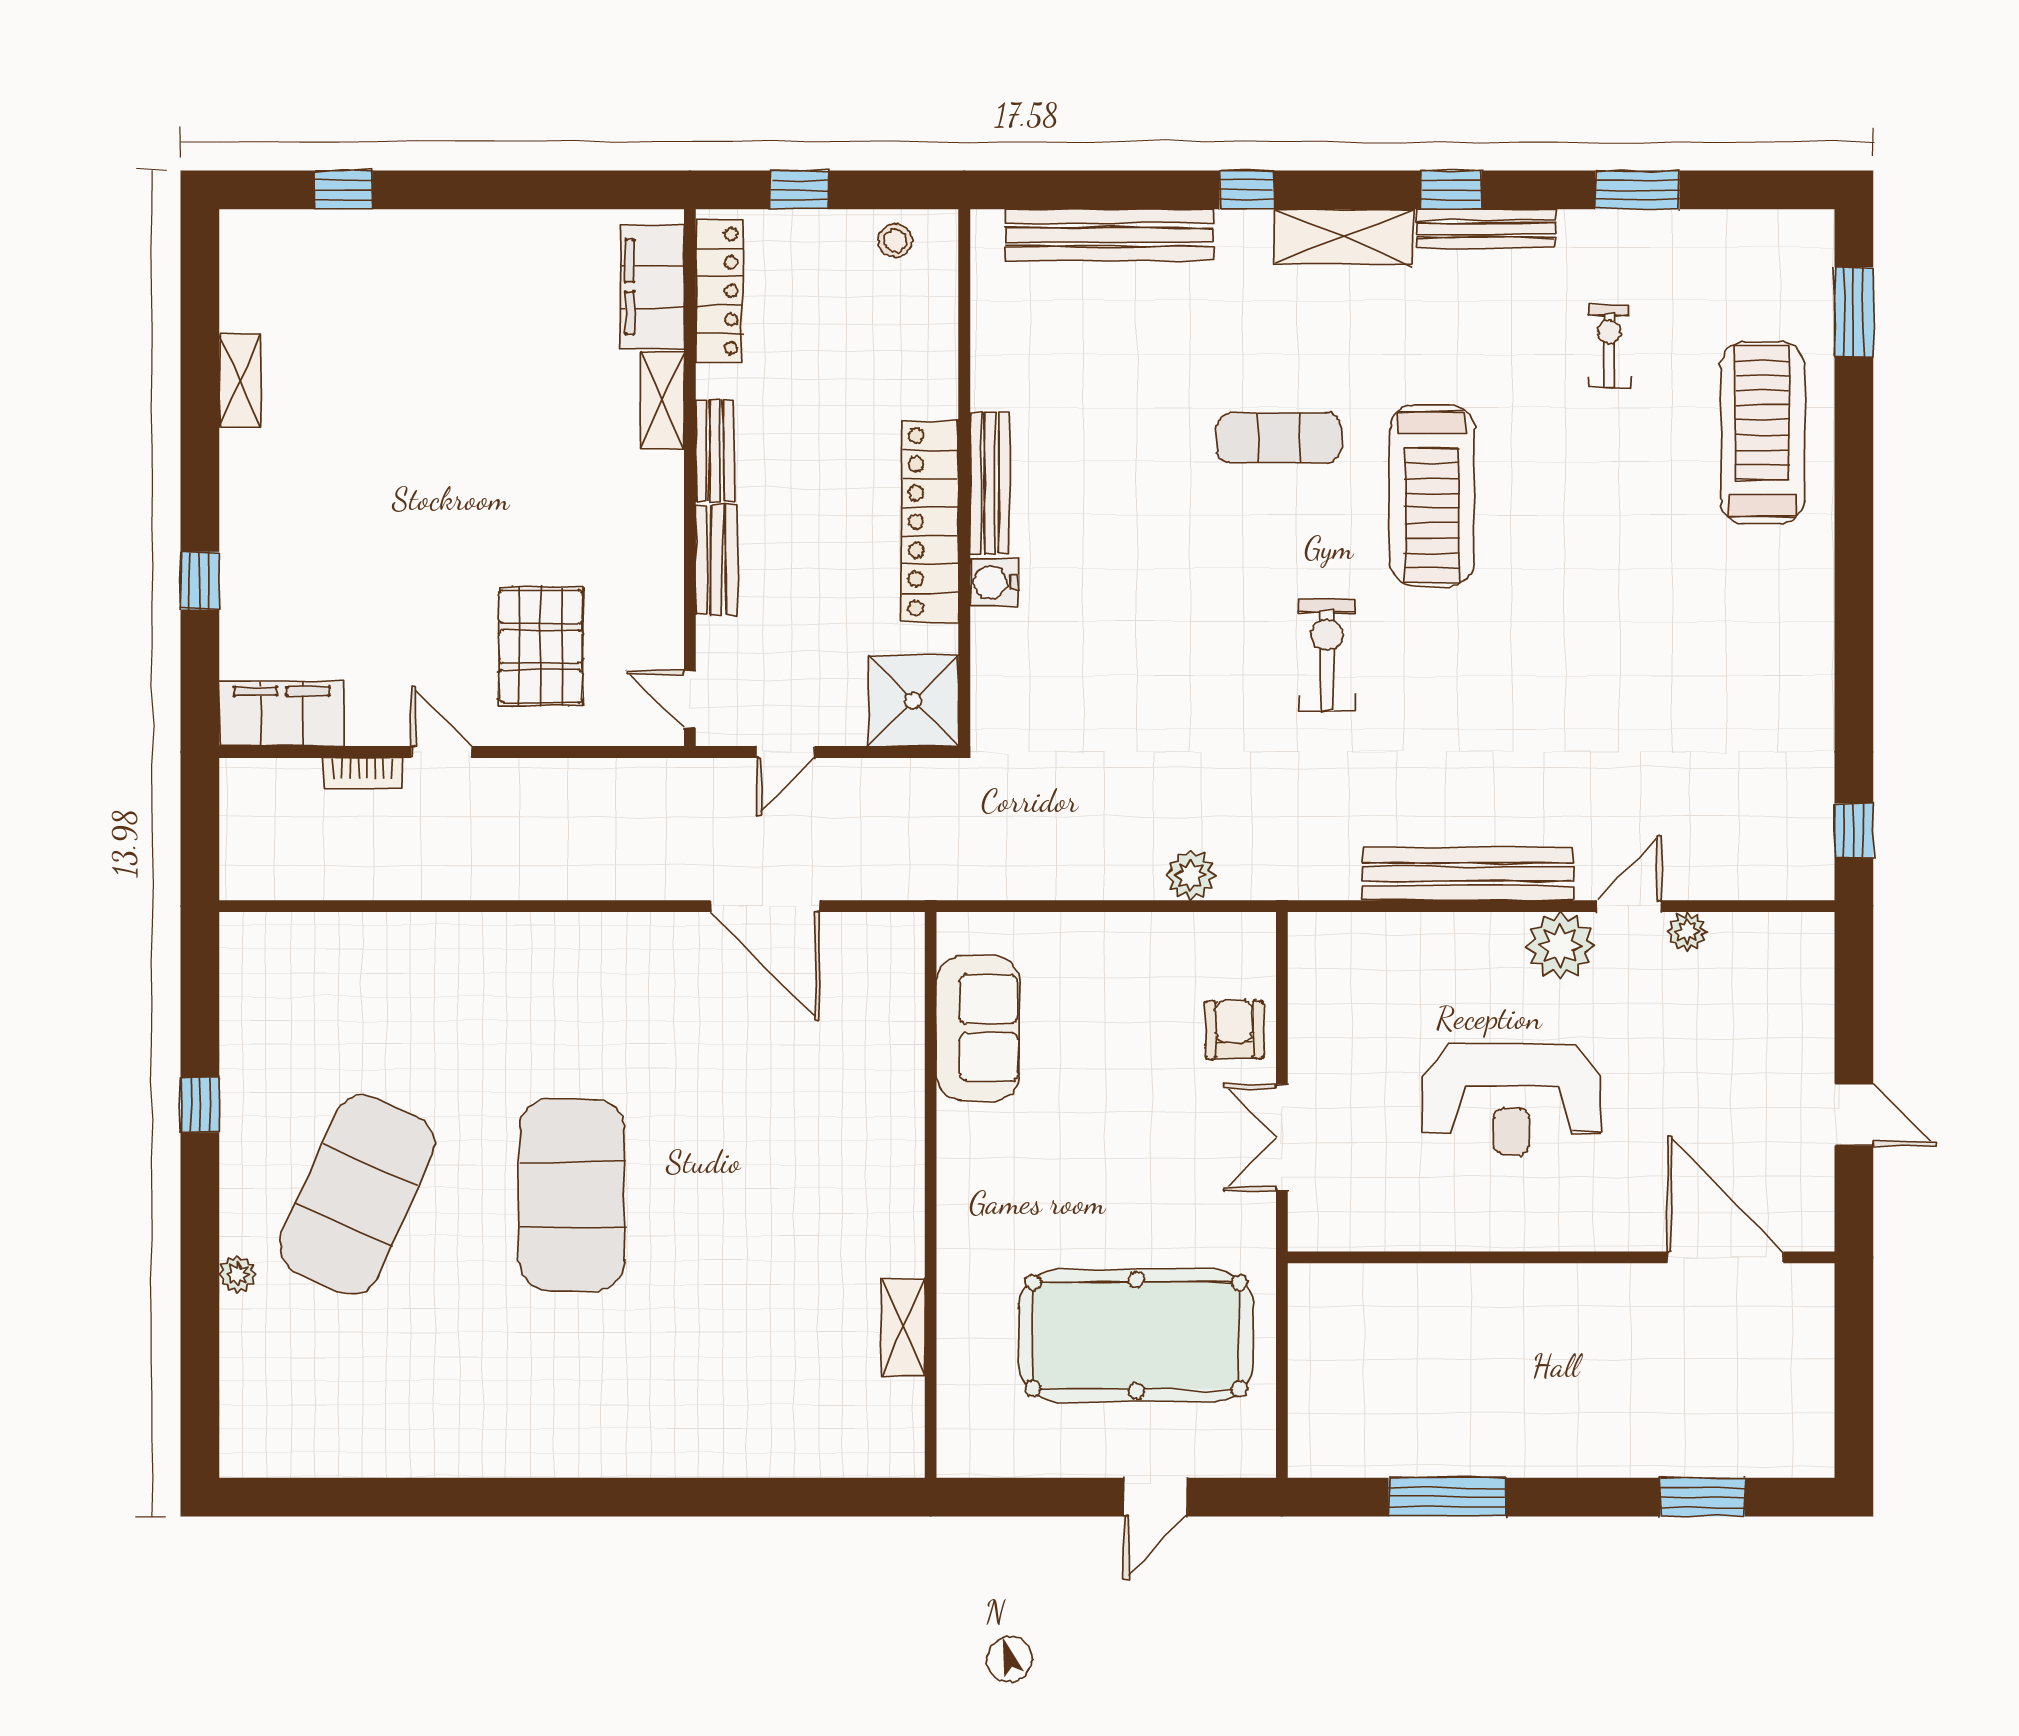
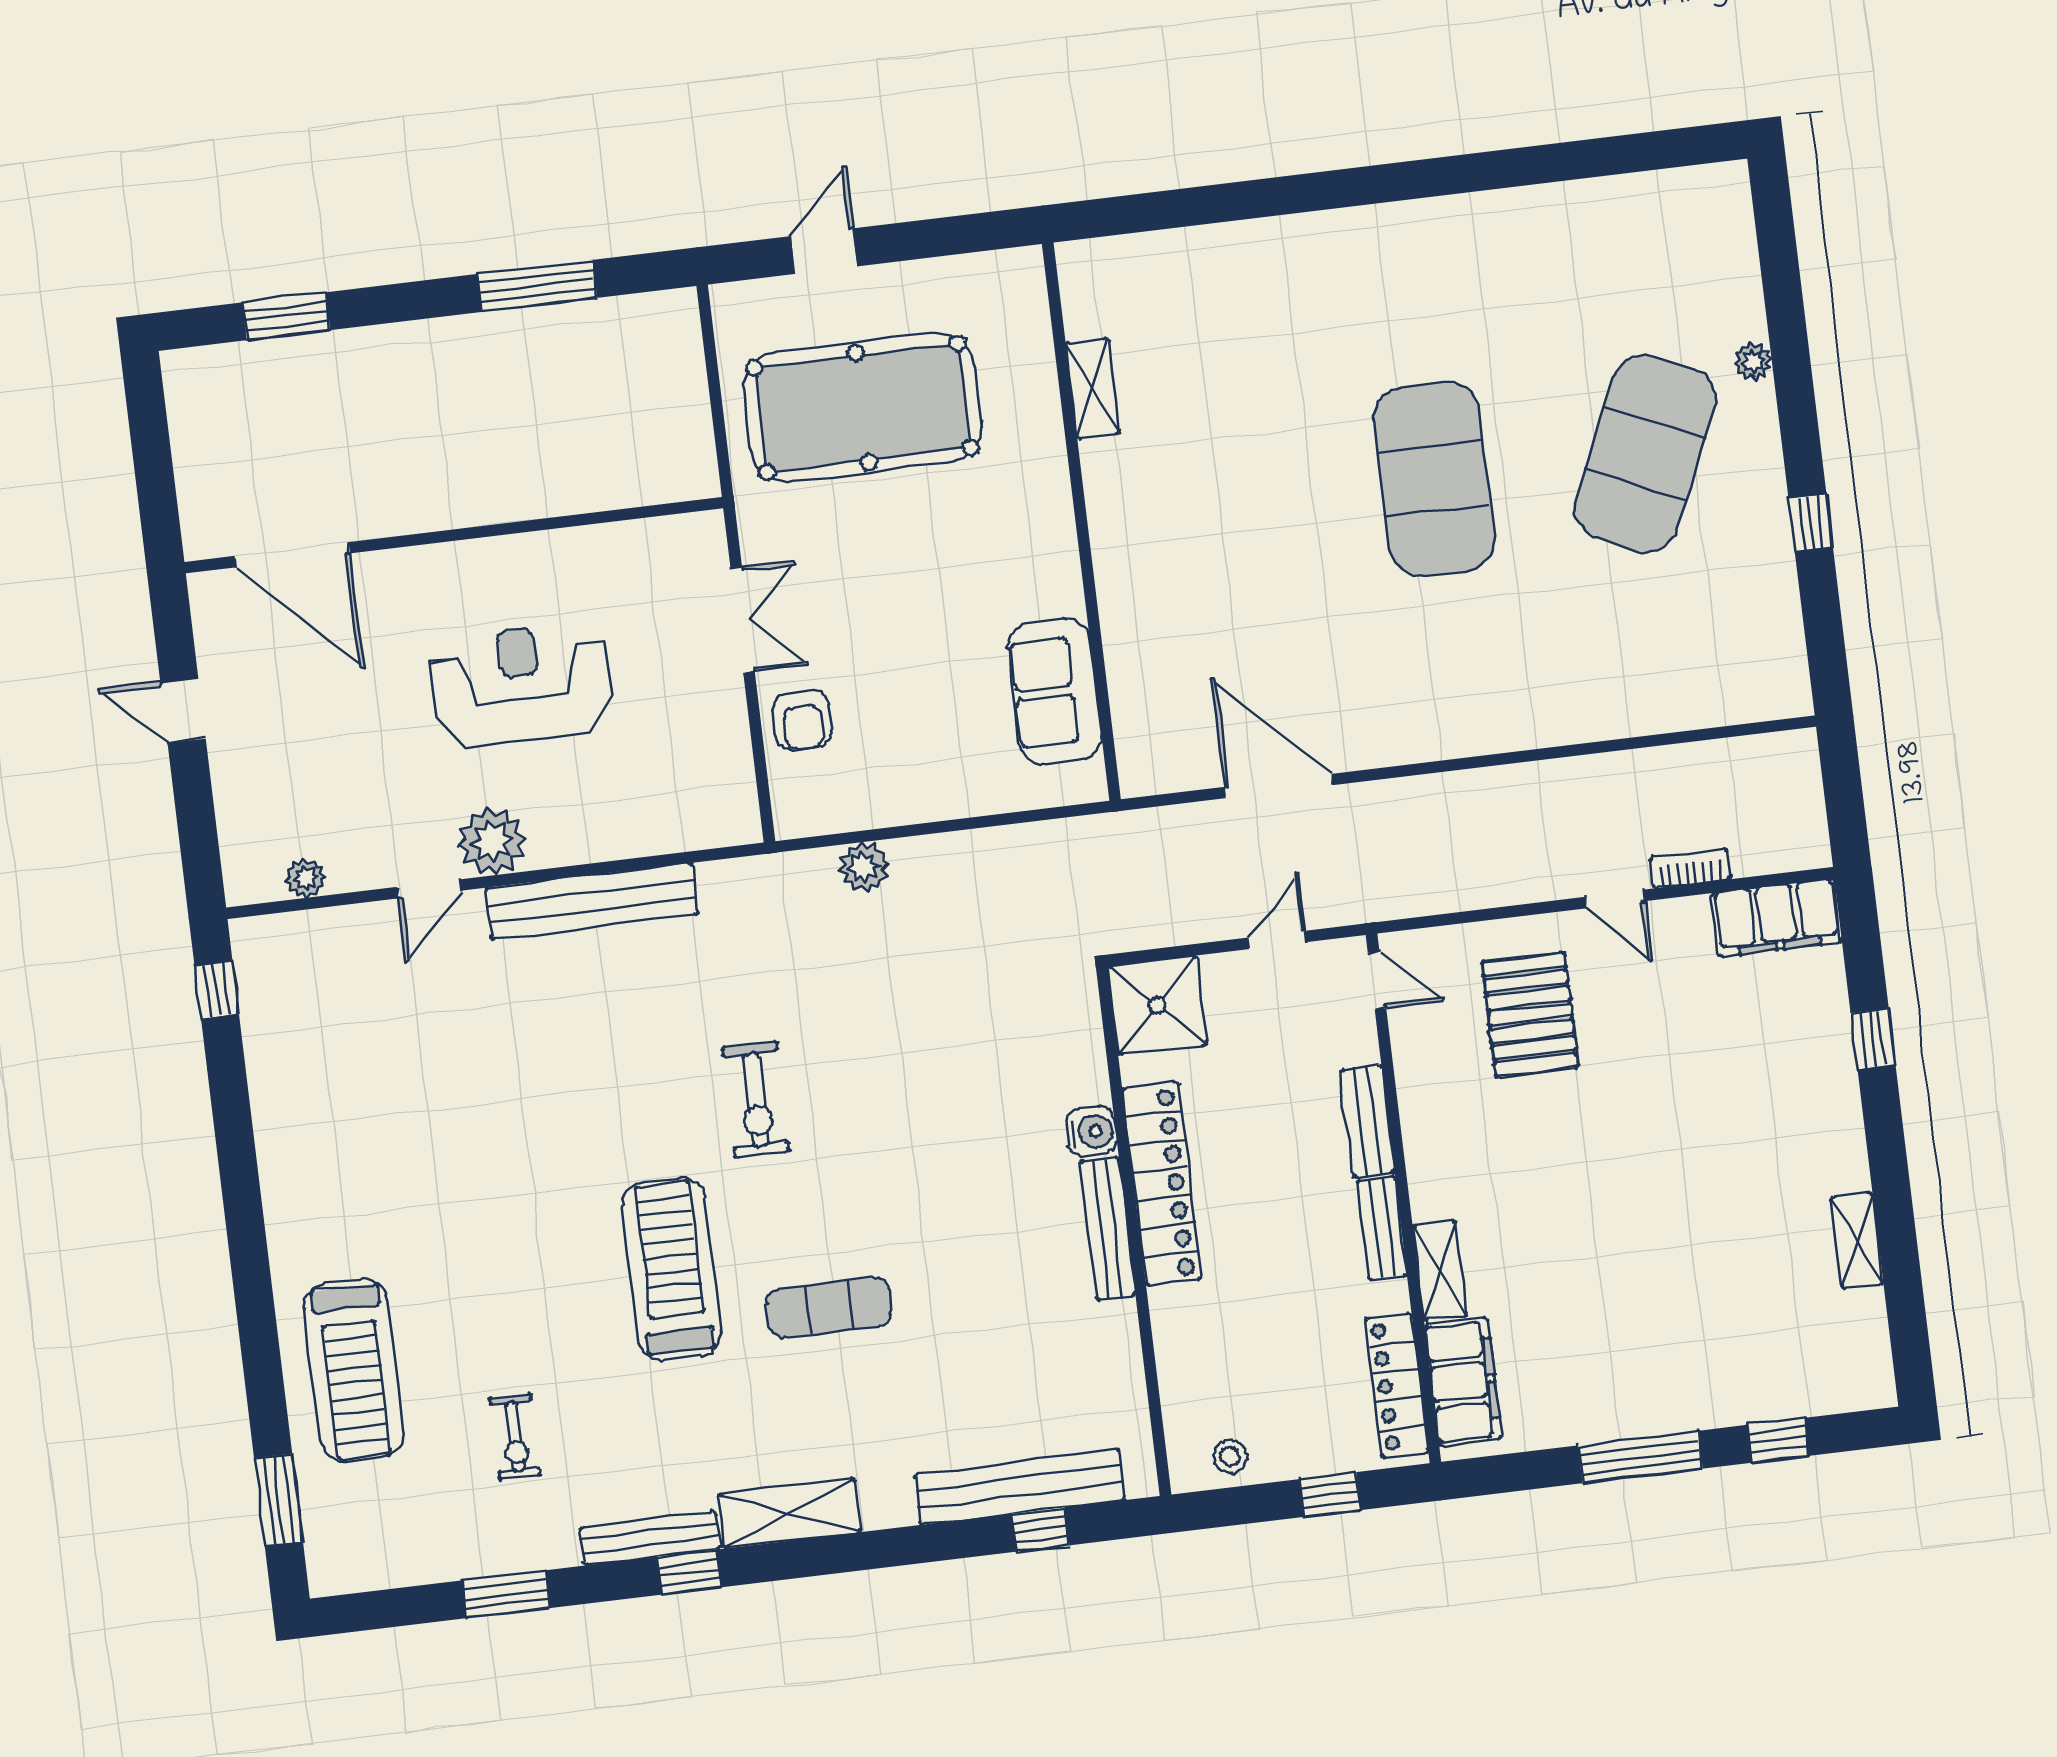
window: (484, 190) -> (1640, 1457), added
window: (1247, 190) -> (1041, 1530), moved
plant: (1687, 931) -> (306, 878), moved

